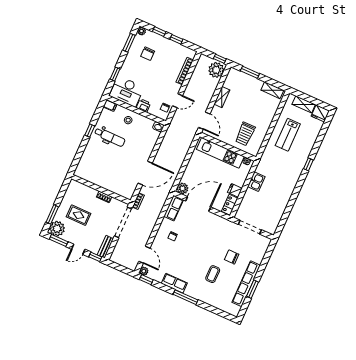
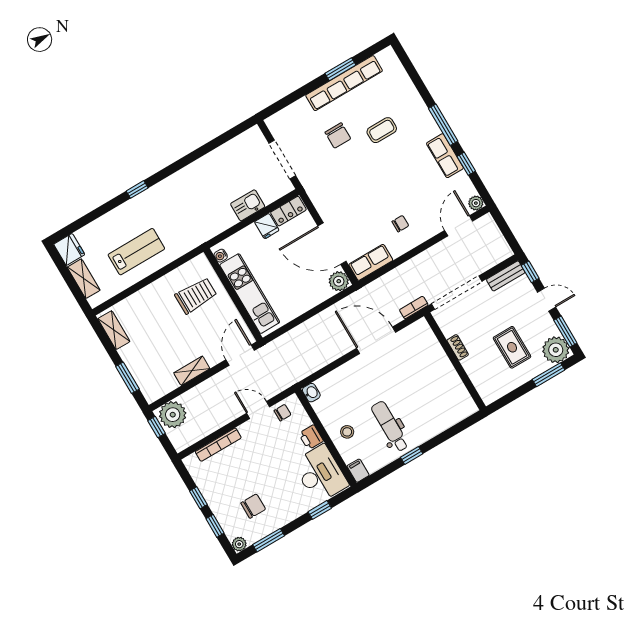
kitchen sink: (256, 182) -> (248, 205), moved
window: (146, 280) -> (466, 164), moved

